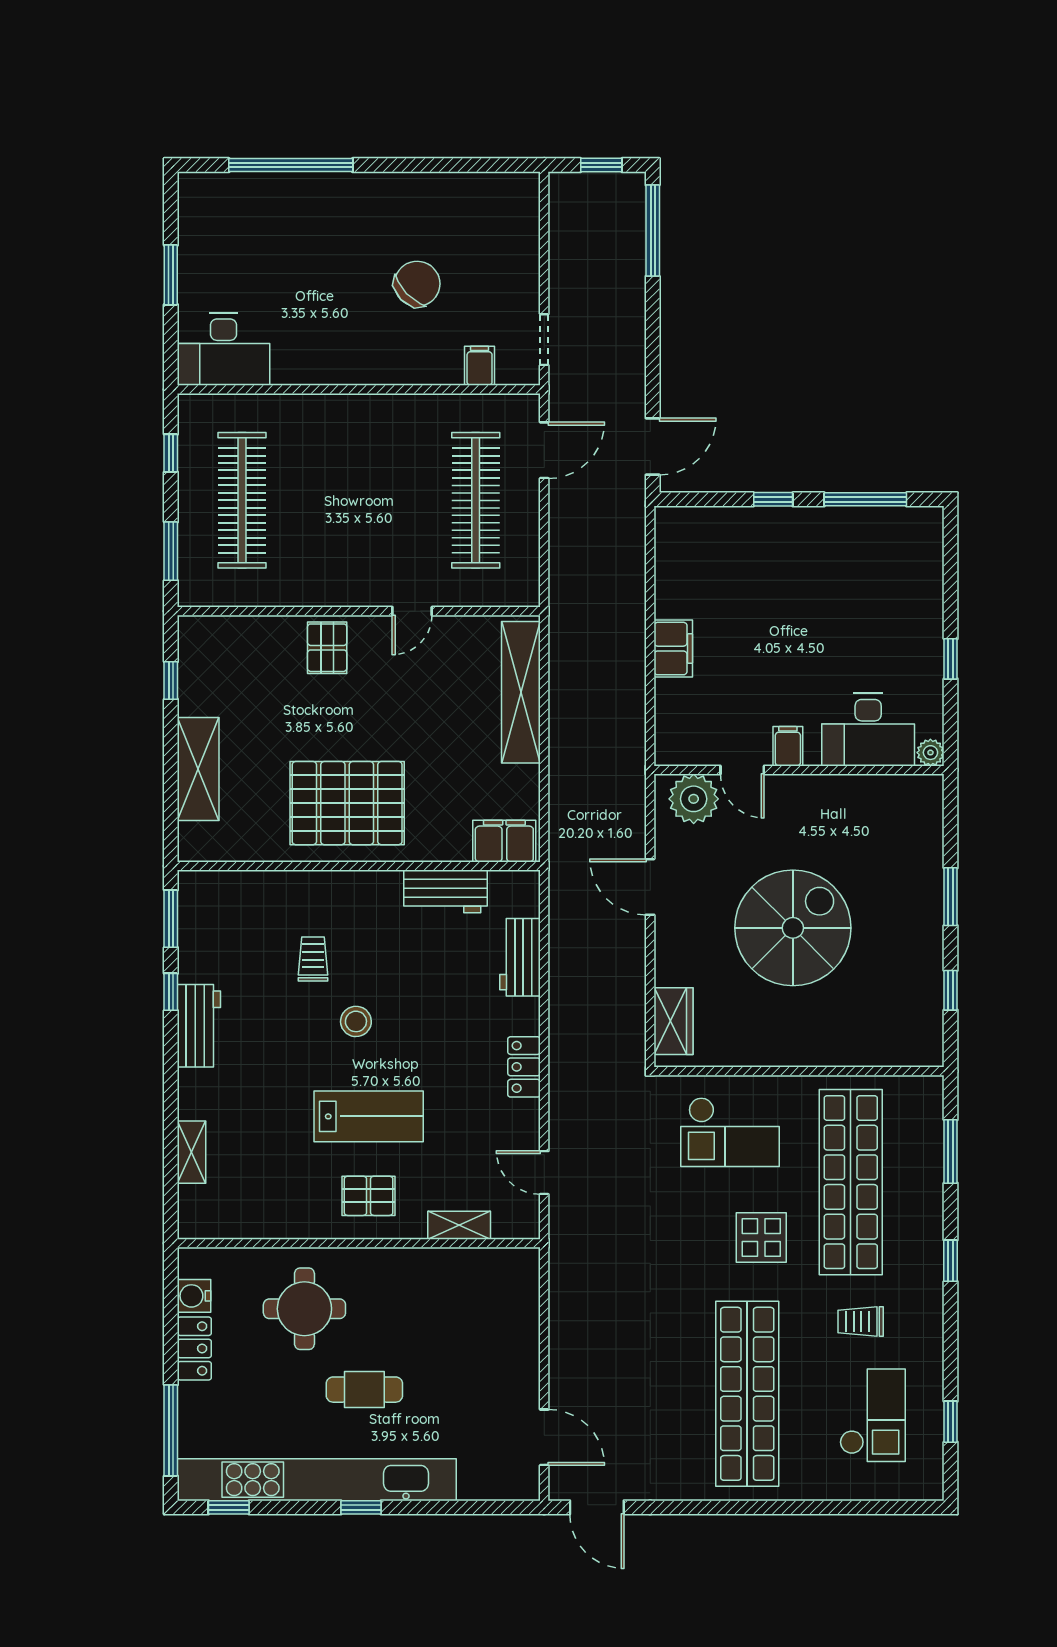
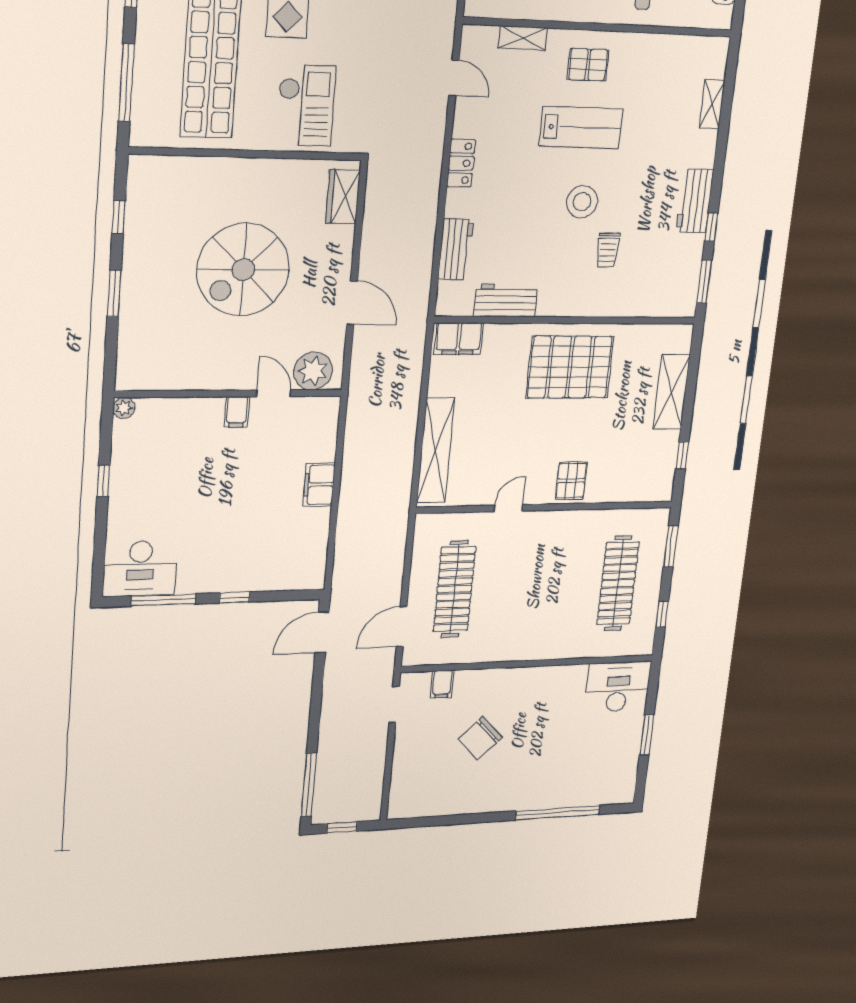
desk: (868, 730) -> (140, 569), moved, turned 180
stool: (356, 1021) -> (582, 202), width x1.38, depth x1.38
lab bench: (369, 1116) -> (581, 127), turned 180
checkout: (730, 1132) -> (306, 106), turned 90
window: (951, 1151) -> (126, 83), width x1.44

